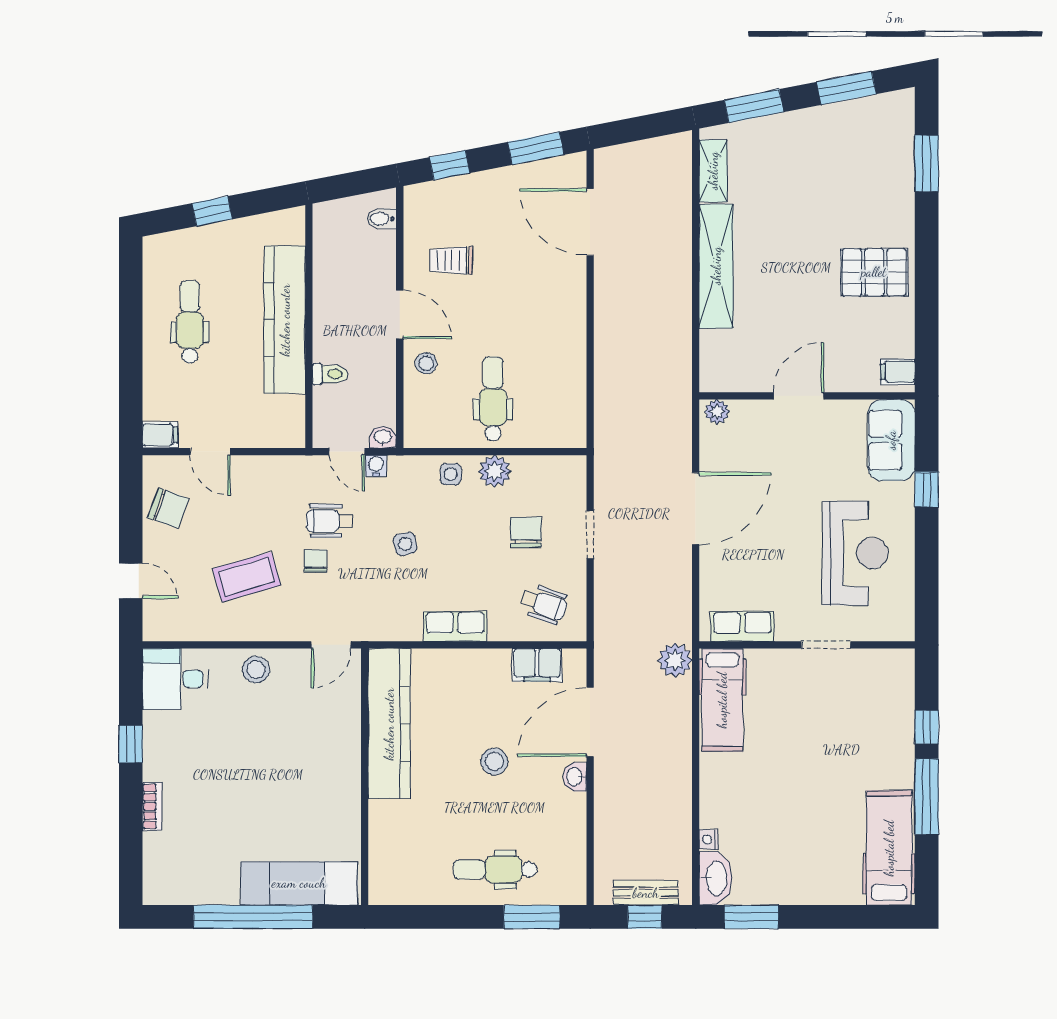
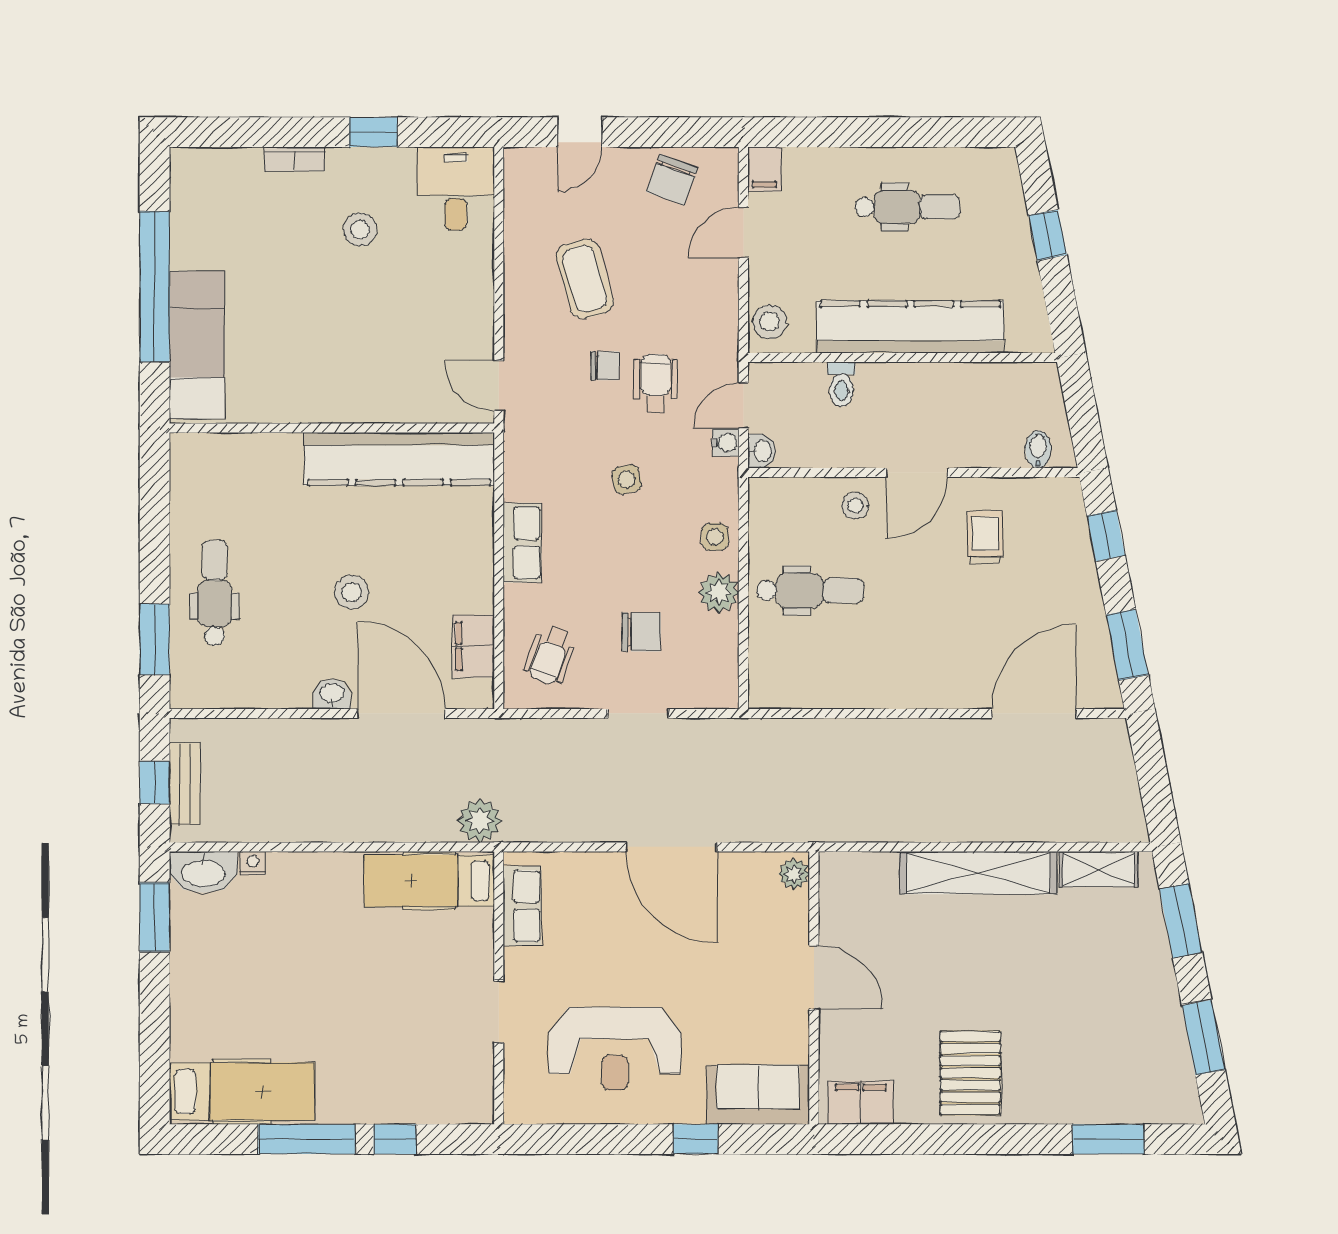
filing cabinet: (898, 372) -> (861, 1103), width x2.00
stool: (281, 431) -> (770, 322), added
stool: (256, 670) -> (360, 230), moved

